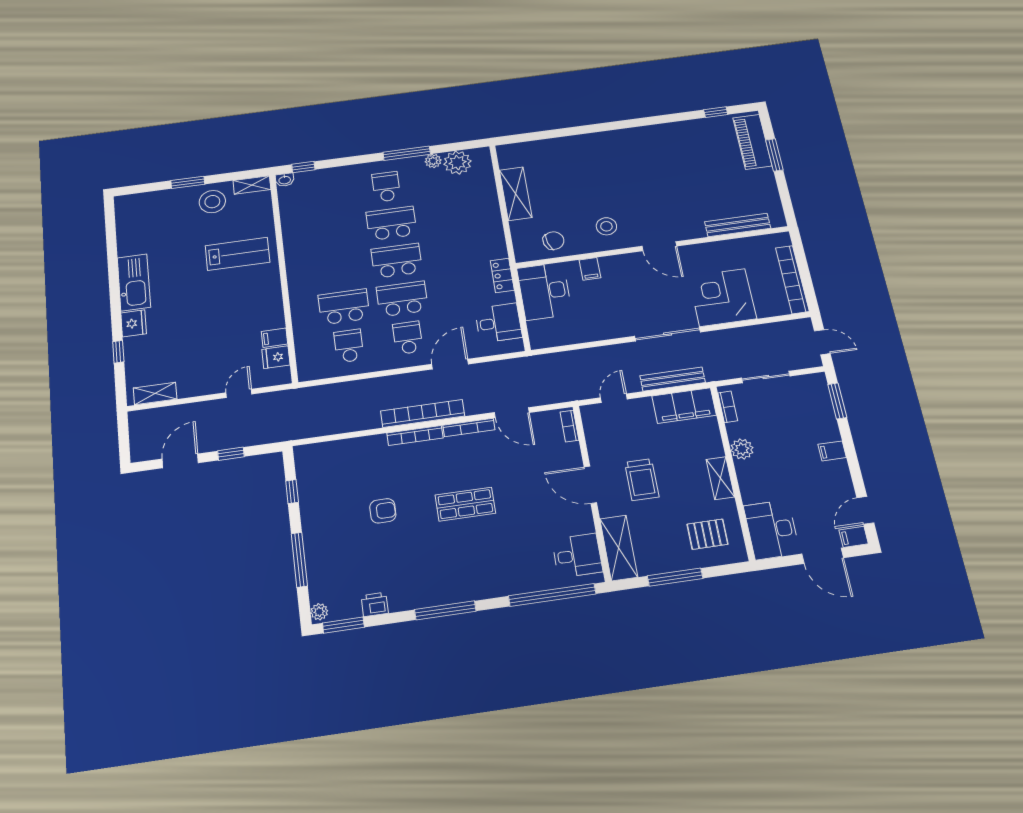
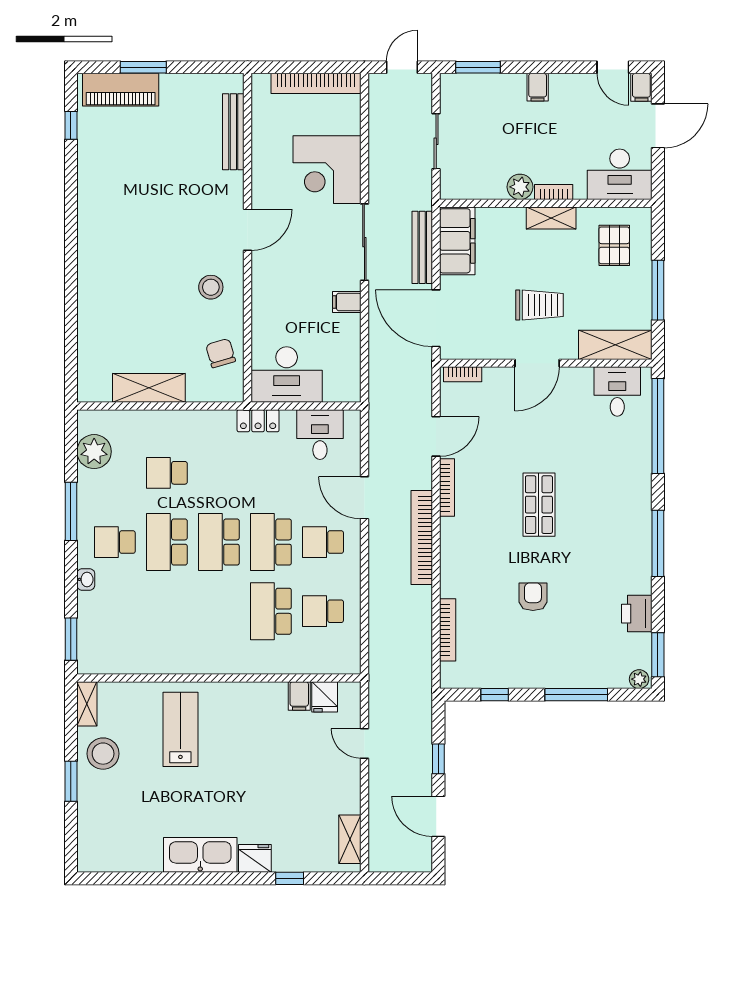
plant: (433, 161) -> (87, 481), removed
window: (303, 167) -> (71, 639), width x1.50
washbasin: (285, 180) -> (86, 579), moved
school desk: (448, 216) -> (167, 473), added
filing cabinet: (590, 269) -> (347, 302), moved, turned 180
door: (614, 398) -> (436, 318), width x1.88
bookcase: (728, 407) -> (554, 192), moved
bookcase: (415, 435) -> (448, 630), moved
printer: (375, 604) -> (637, 614), width x1.36, depth x1.24

